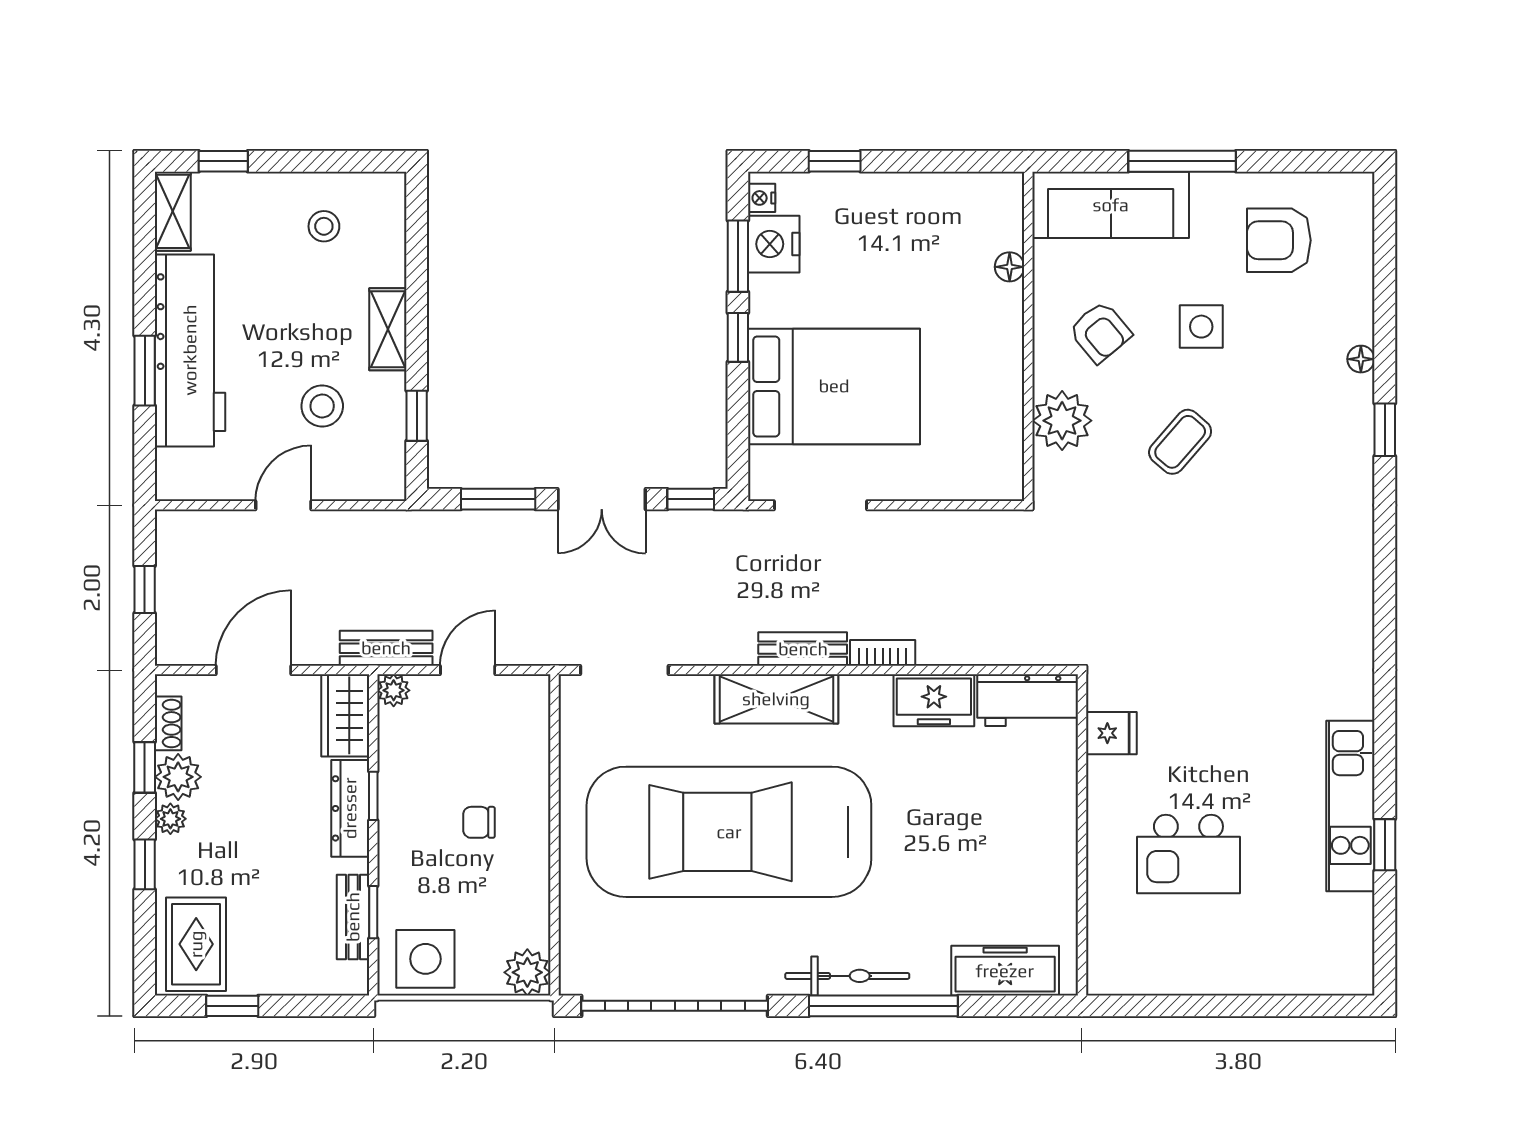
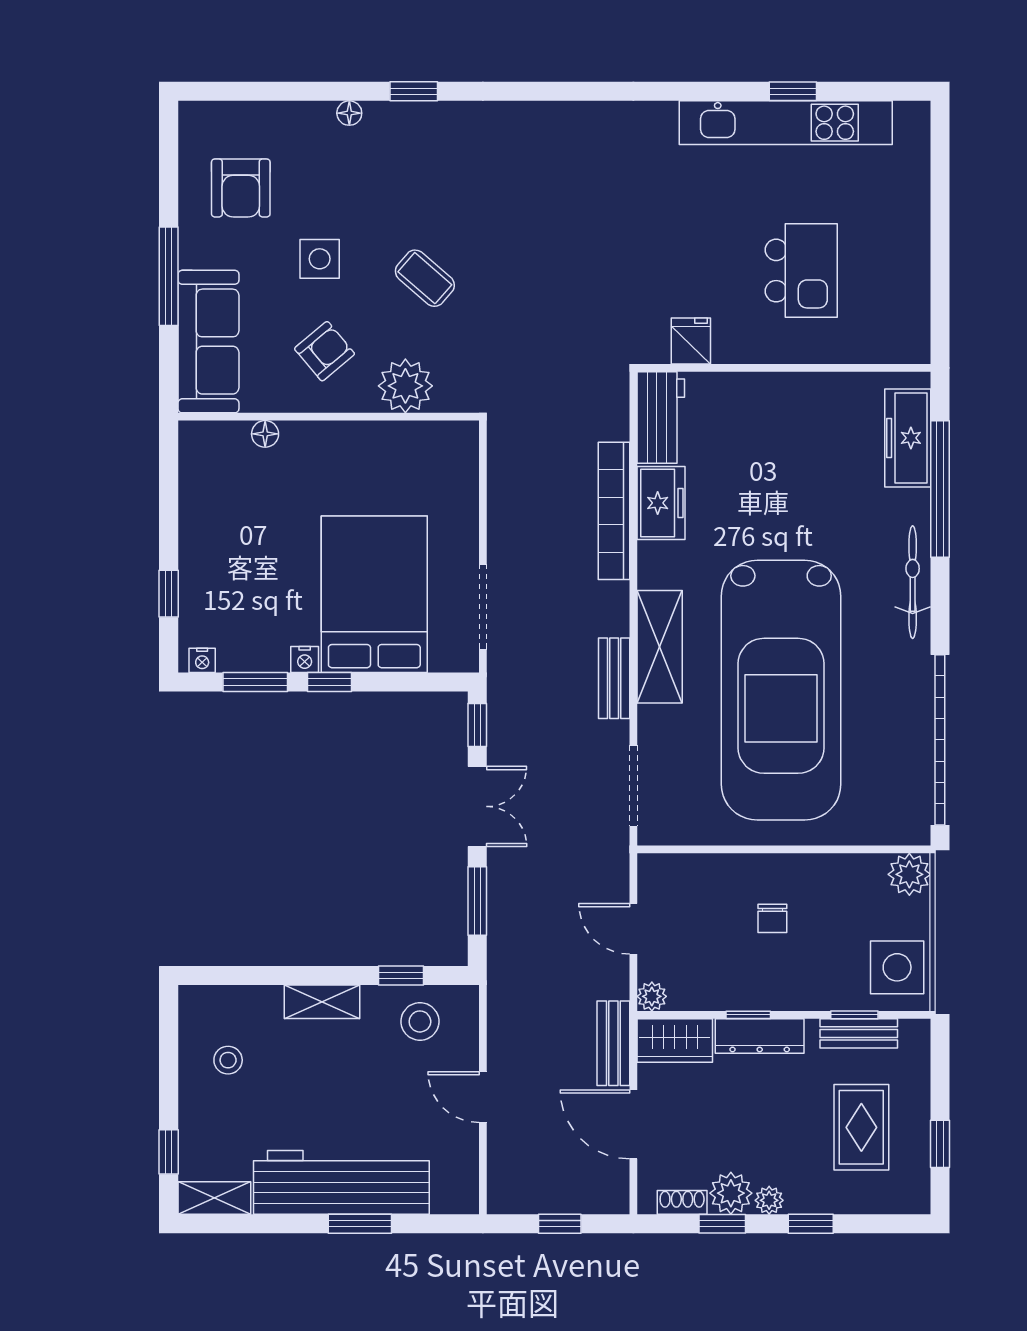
nightstand: (774, 244) -> (305, 660), moved, width x0.53, depth x0.56
stool: (322, 406) -> (420, 1021), moved
bench: (386, 648) -> (613, 1043), moved
bench: (803, 649) -> (614, 678), moved
bookcase: (883, 653) -> (614, 511), width x2.31, depth x1.31
kitchen unit: (1350, 806) -> (786, 123), width x1.36
rug: (196, 944) -> (861, 1127), moved, turned 90
window: (883, 1006) -> (940, 489), moved

